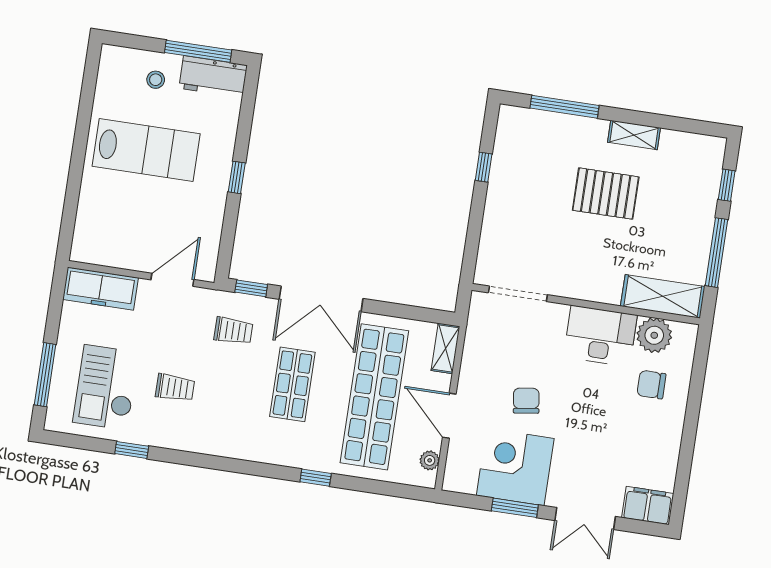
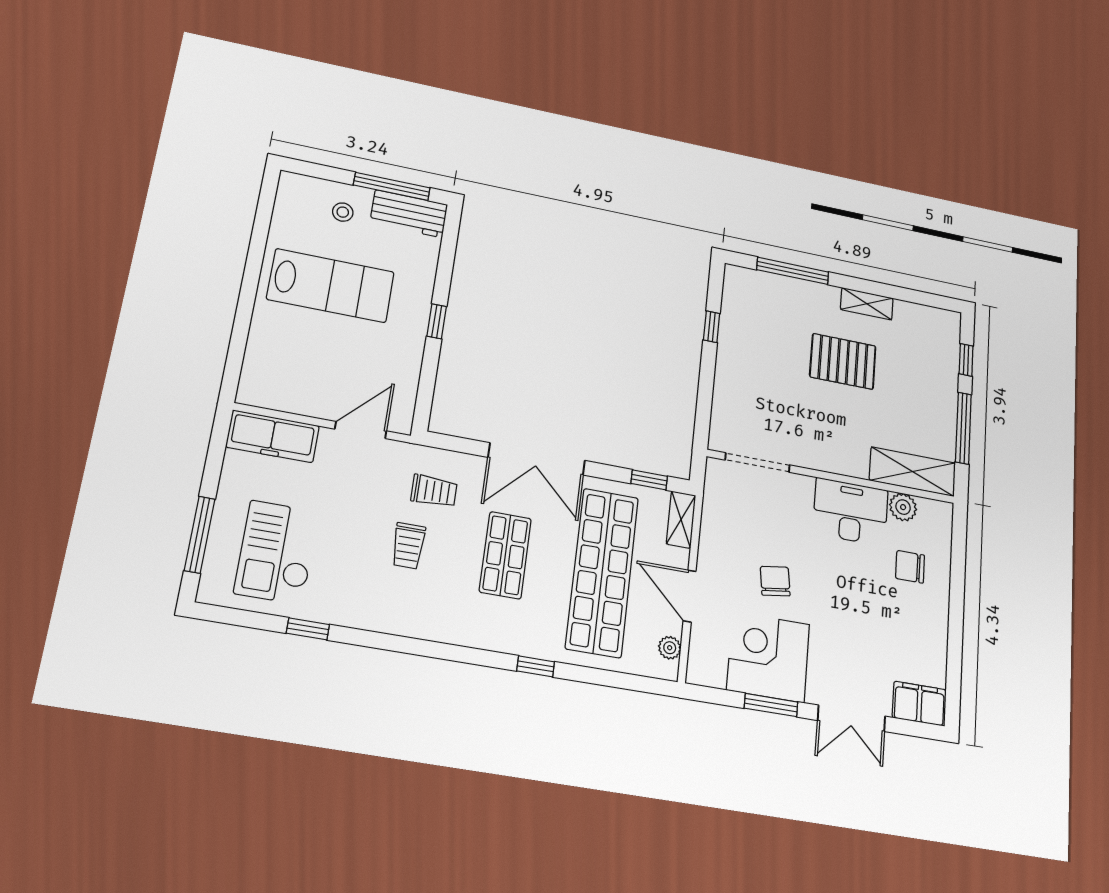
window: (251, 288) -> (649, 480), moved
plant: (654, 335) -> (903, 507), width x0.73, depth x0.73
trolley: (175, 388) -> (408, 546), moved, turned 90

